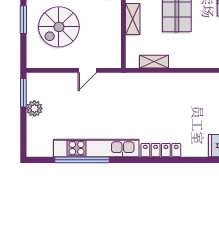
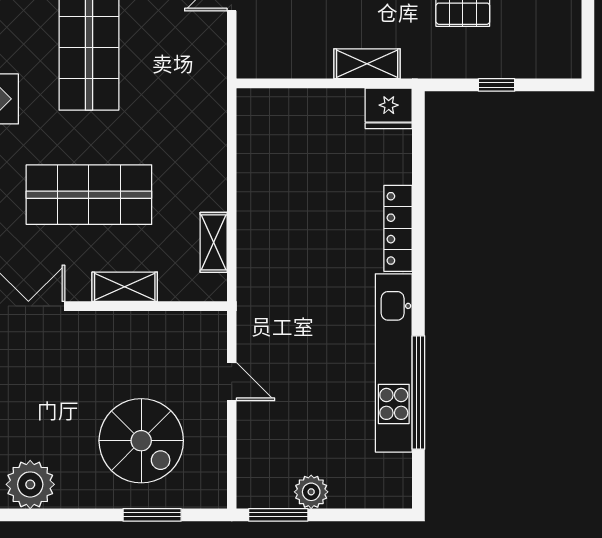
window: (23, 20) -> (152, 515), moved

